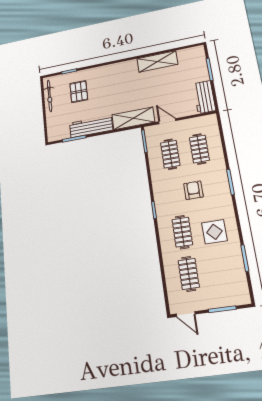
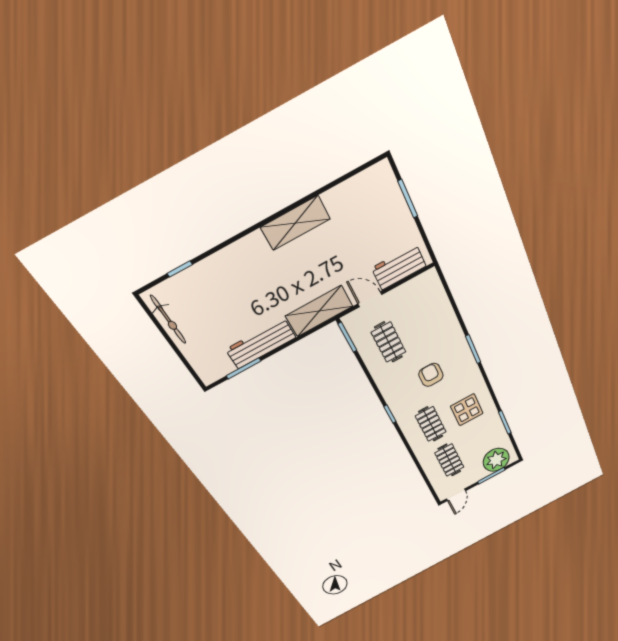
shelving: (157, 61) -> (295, 223), moved
pallet: (79, 92) -> (214, 298), removed
workbench: (204, 97) -> (399, 267), moved, turned 90
clothes rail: (199, 149) -> (425, 322), removed
plant: (230, 294) -> (496, 460), added
door: (186, 314) -> (456, 495), hinge flipped

